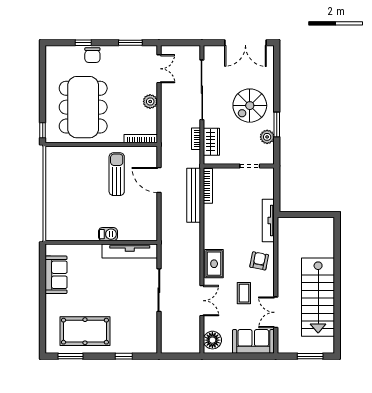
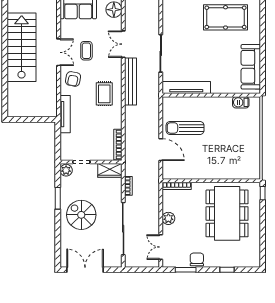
chair: (92, 55) -> (197, 259), moved
spiral stairs: (250, 106) -> (81, 215), turned -90
plant: (267, 137) -> (66, 170), moved
wardrobe: (211, 142) -> (110, 170), moved, turned -90
sun lounger: (117, 174) -> (185, 128), moved, turned 90
bench: (194, 195) -> (130, 81), moved
barbecue: (108, 234) -> (241, 102), moved
rug: (214, 264) -> (104, 94), moved
sofa: (56, 275) -> (251, 67), width x1.36
double door: (276, 312) -> (59, 52), moved

